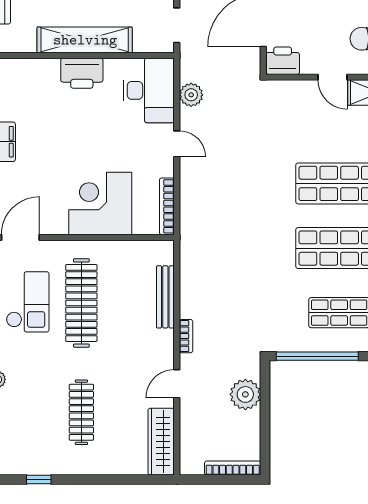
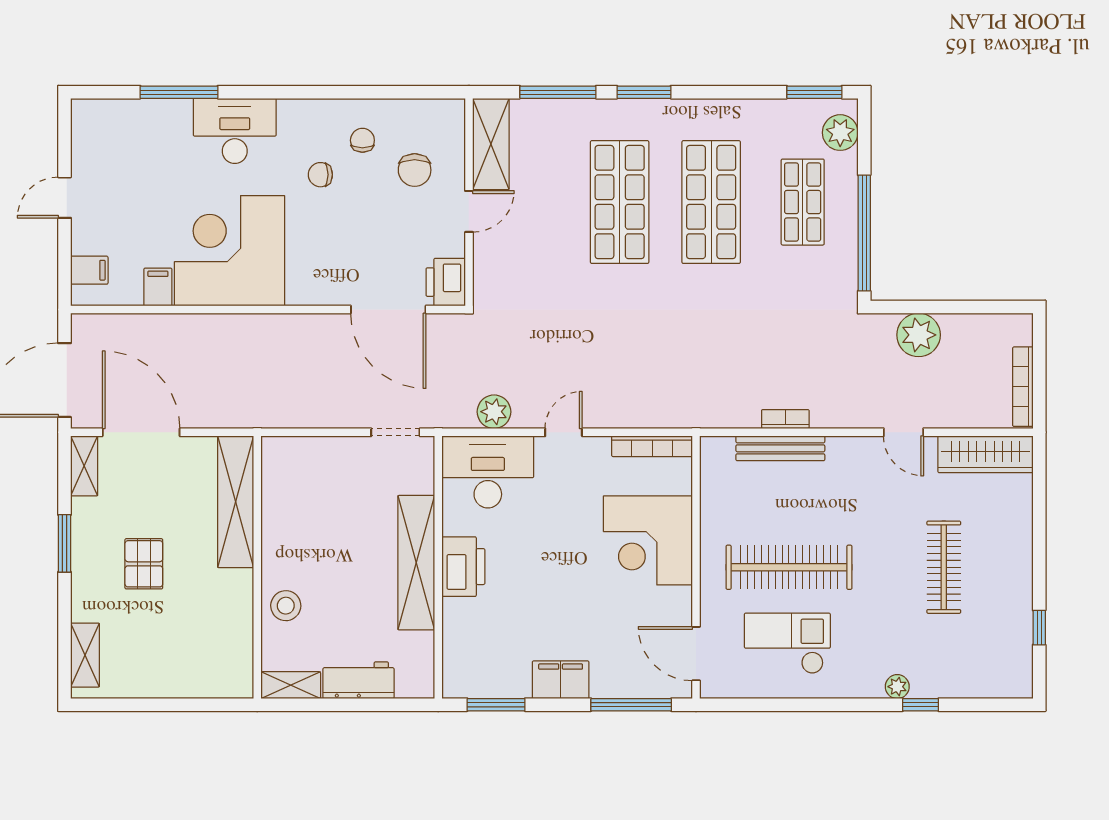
bookcase: (186, 336) -> (785, 419), moved
clothes rail: (81, 412) -> (944, 567), turned 90
bookcase: (233, 468) -> (1023, 387), moved

